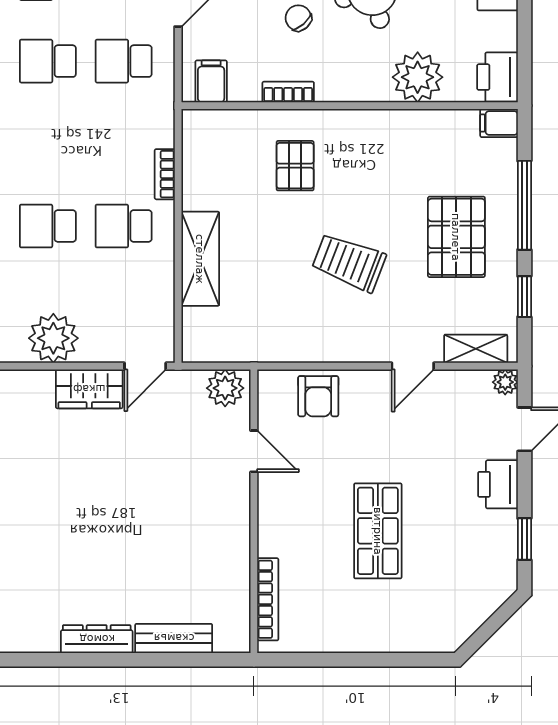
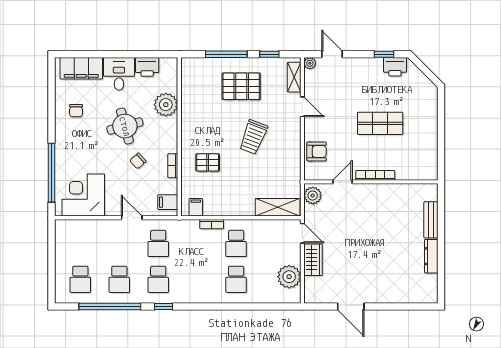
printer: (498, 77) -> (147, 67), moved
filing cabinet: (499, 123) -> (196, 207), moved, turned 180
shelving: (200, 259) -> (278, 207), moved
printer: (498, 484) -> (395, 67), moved
bookcase: (268, 599) -> (375, 175), moved

